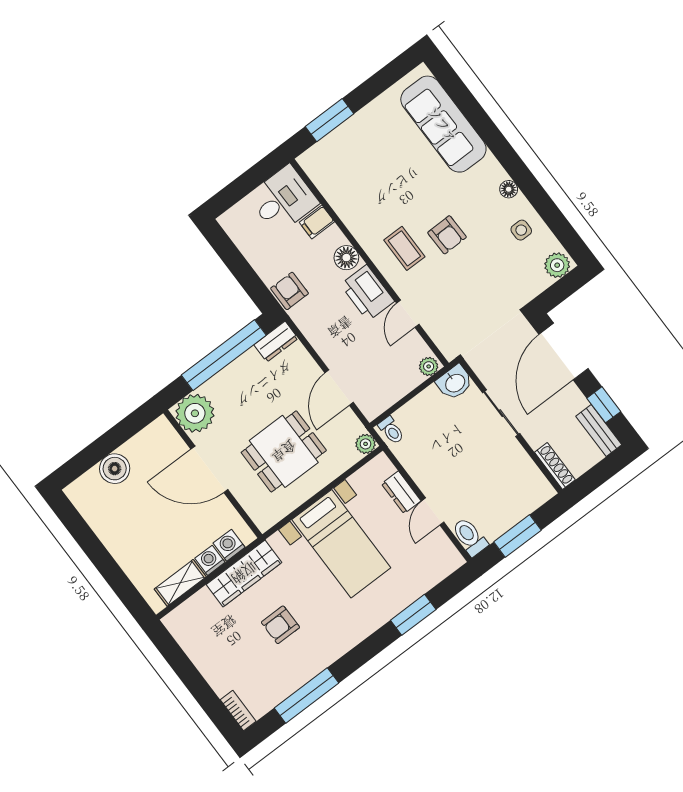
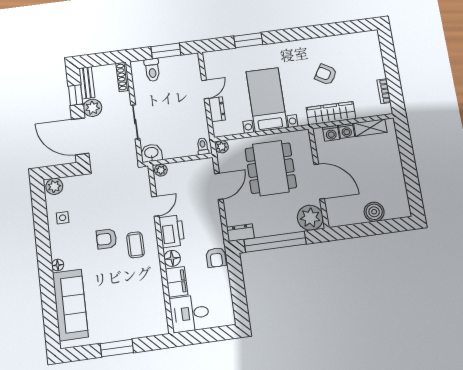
window: (330, 120) -> (117, 348), moved
floor lamp: (509, 189) -> (58, 265), moved
filing cabinet: (317, 222) -> (176, 282), width x2.00
armchair: (447, 235) -> (106, 239), turned -89
door: (563, 352) -> (80, 136), swing flipped
plant: (570, 400) -> (92, 108), added
dining table: (284, 451) -> (271, 168), width x1.38
toilet: (470, 537) -> (152, 70), moved
armchair: (280, 625) -> (326, 74), turned -149
window: (307, 695) -> (332, 29), removed
bookcase: (238, 711) -> (384, 91), moved

